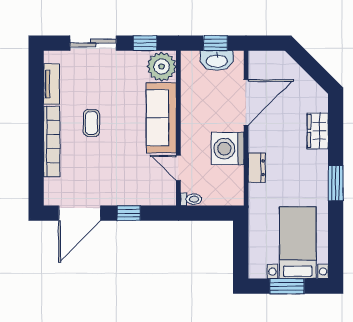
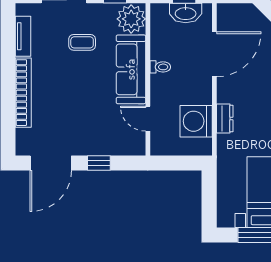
coffee table: (91, 123) -> (82, 42), moved, turned 90
washing machine: (228, 149) -> (196, 121), moved
toilet: (191, 199) -> (160, 67), moved

